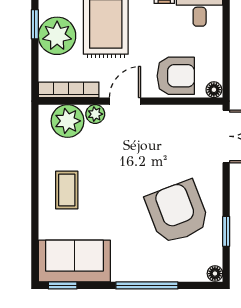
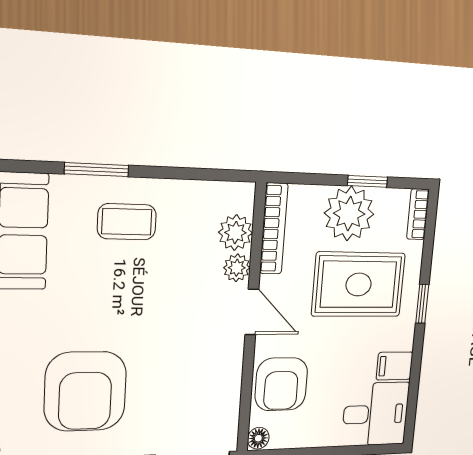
plant: (68, 121) -> (235, 233), width x0.73, depth x0.73
window: (35, 211) -> (97, 170), added
armchair: (177, 212) -> (85, 391), turned 111

